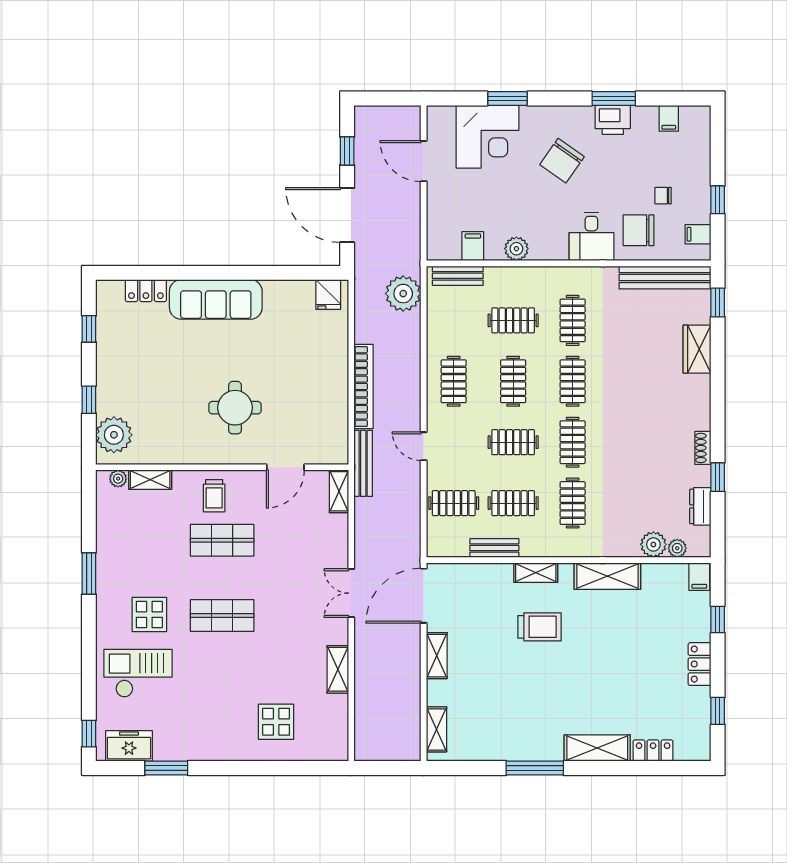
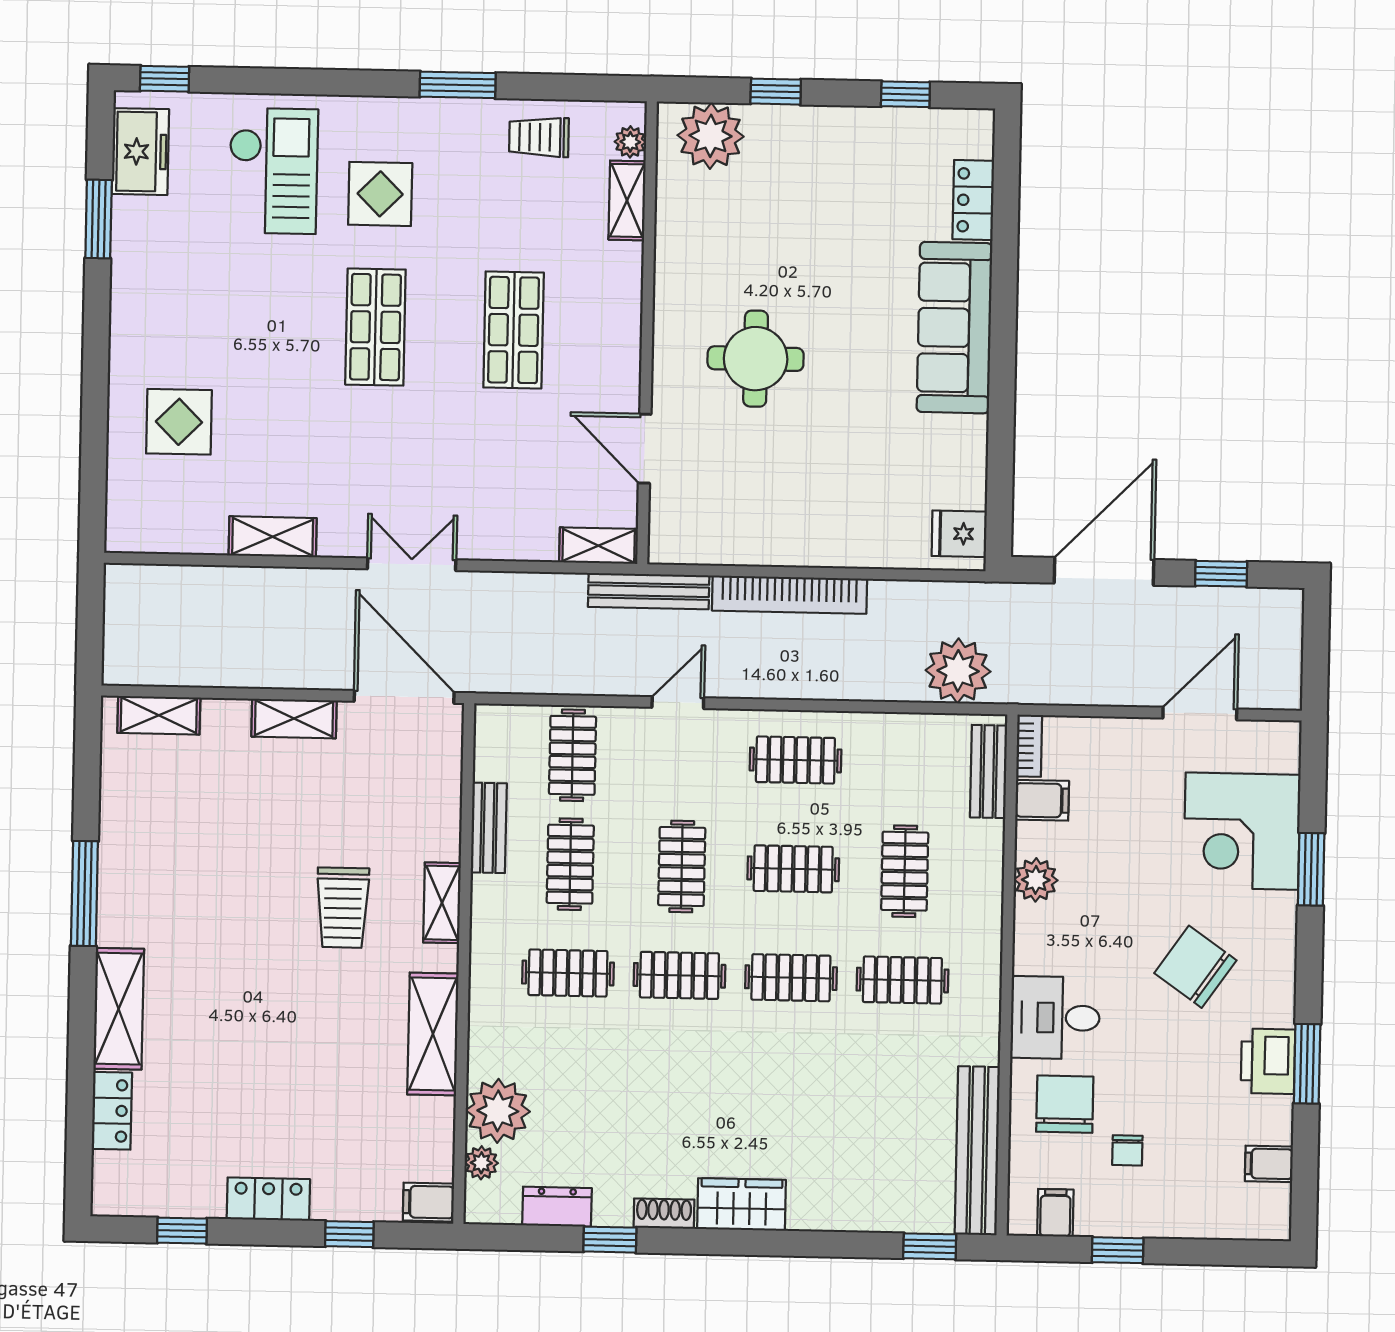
chair: (663, 196) -> (1127, 1150), turned 180
bookcase: (443, 254) -> (1029, 746), added
wardrobe: (697, 349) -> (742, 1204), moved
trolley: (214, 496) -> (539, 137), moved
plant: (653, 544) -> (498, 1111), width x1.36, depth x1.36

